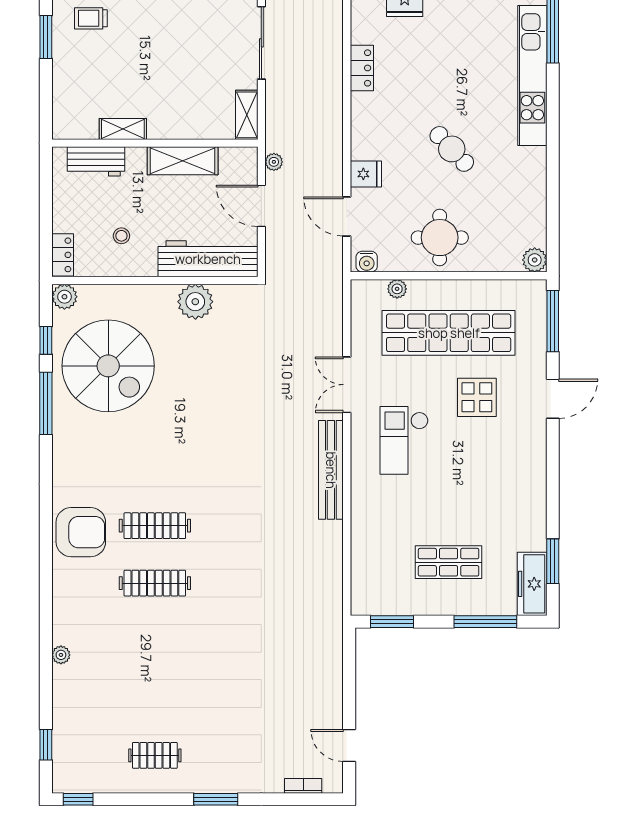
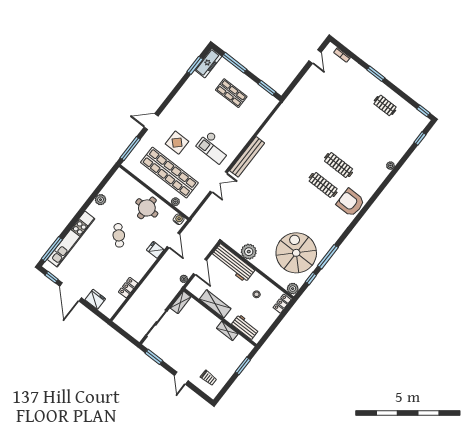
window: (46, 37) -> (243, 366), moved
plant: (535, 260) -> (101, 200), moved
checkout: (404, 440) -> (214, 147), turned 90

